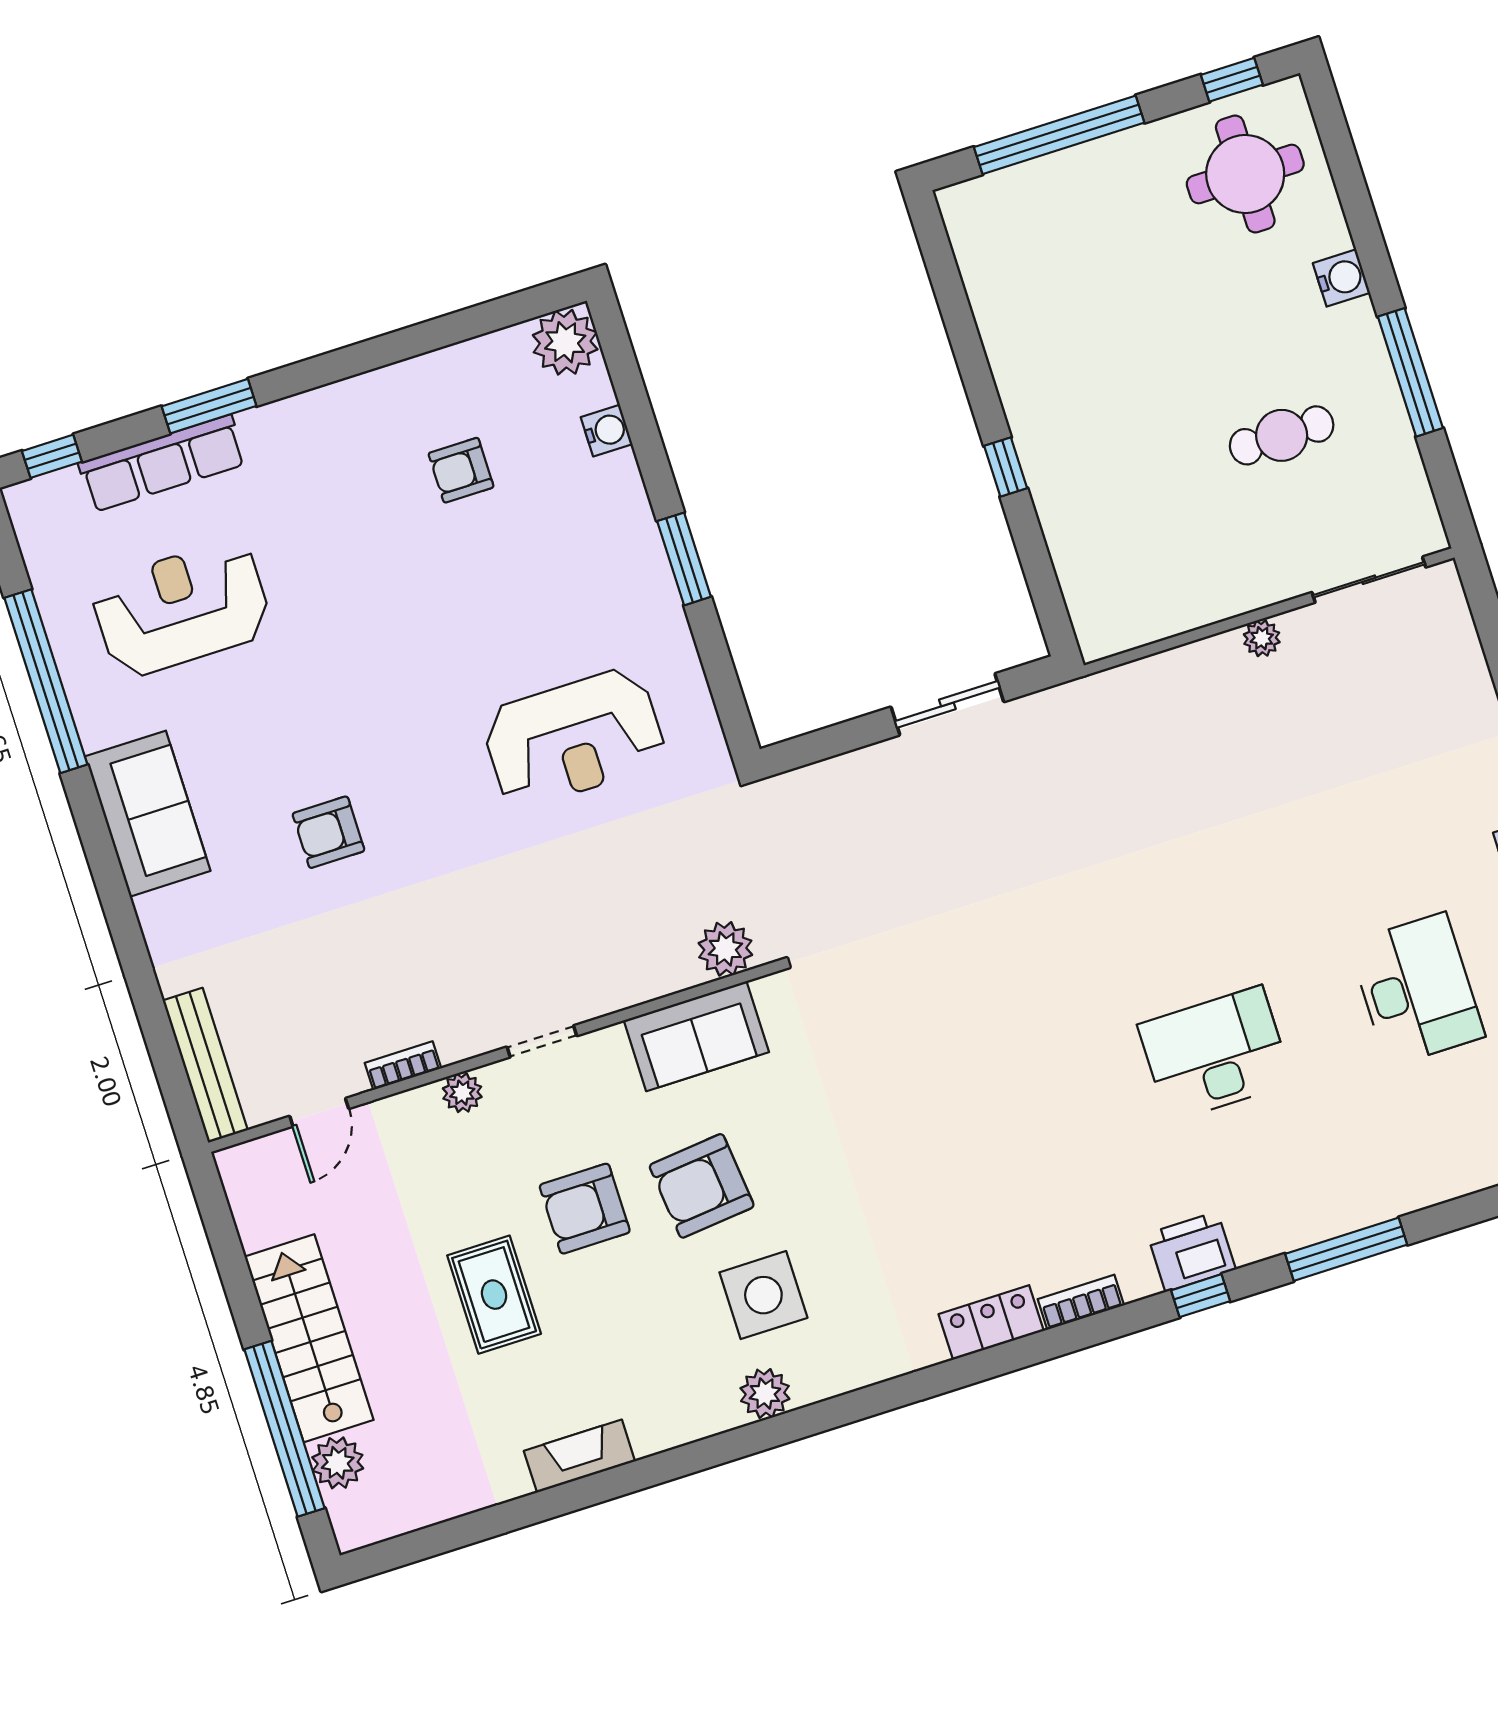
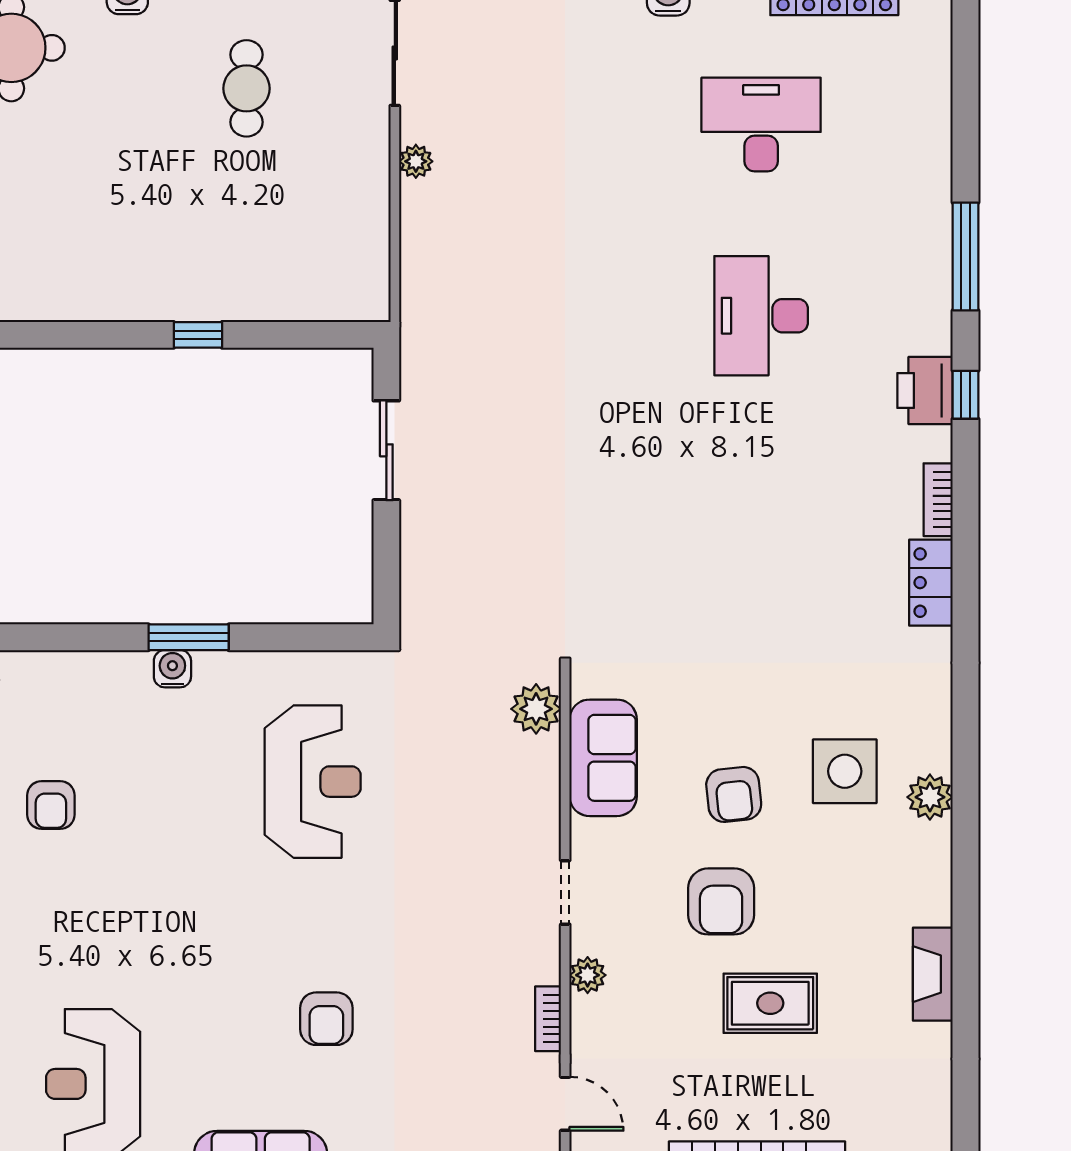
water cooler: (607, 431) -> (172, 669), moved
armchair: (702, 1186) -> (734, 794), width x0.72, depth x0.72

